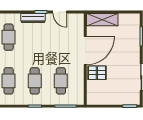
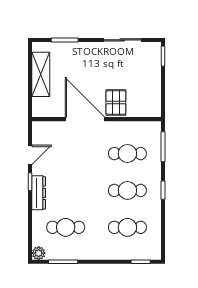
shelving: (102, 20) -> (41, 74), moved

